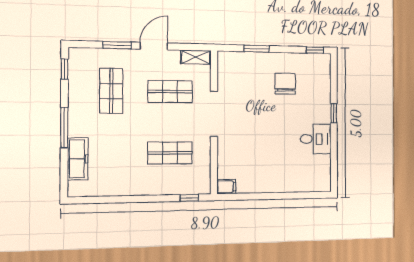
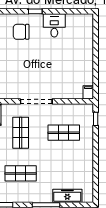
chair: (285, 84) -> (21, 32), moved
shop shelf: (170, 153) -> (64, 133), turned 90

